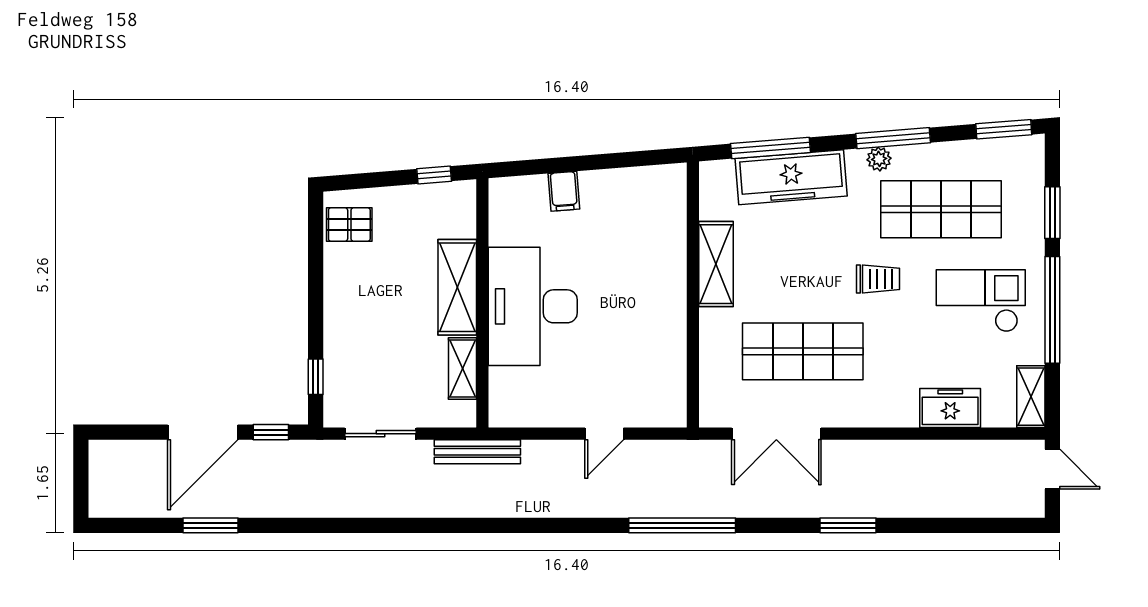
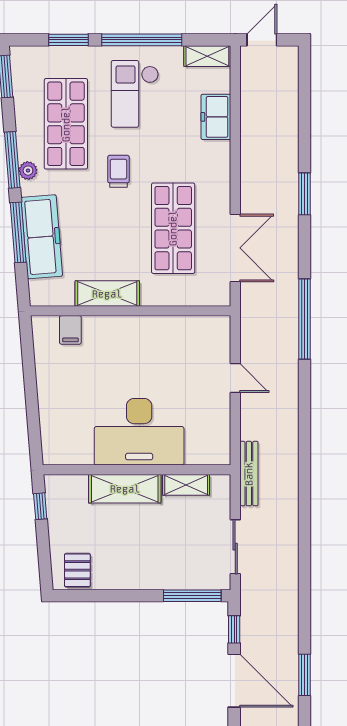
window: (770, 148) -> (18, 232), moved
filing cabinet: (564, 191) -> (70, 330), moved, turned 95
window: (316, 377) -> (192, 596), width x2.17

